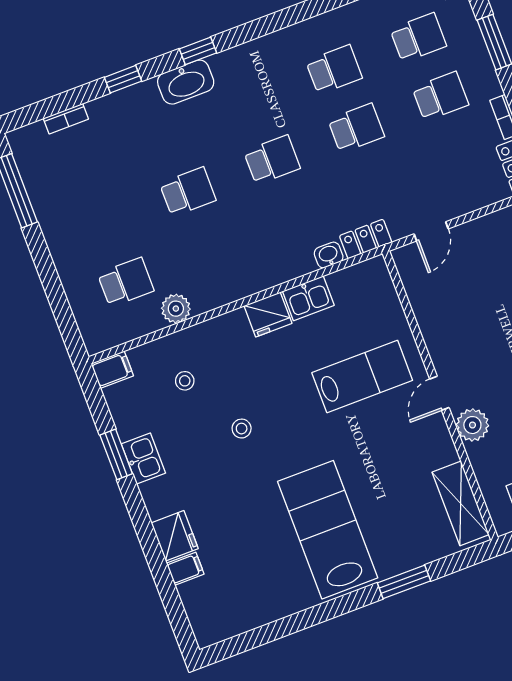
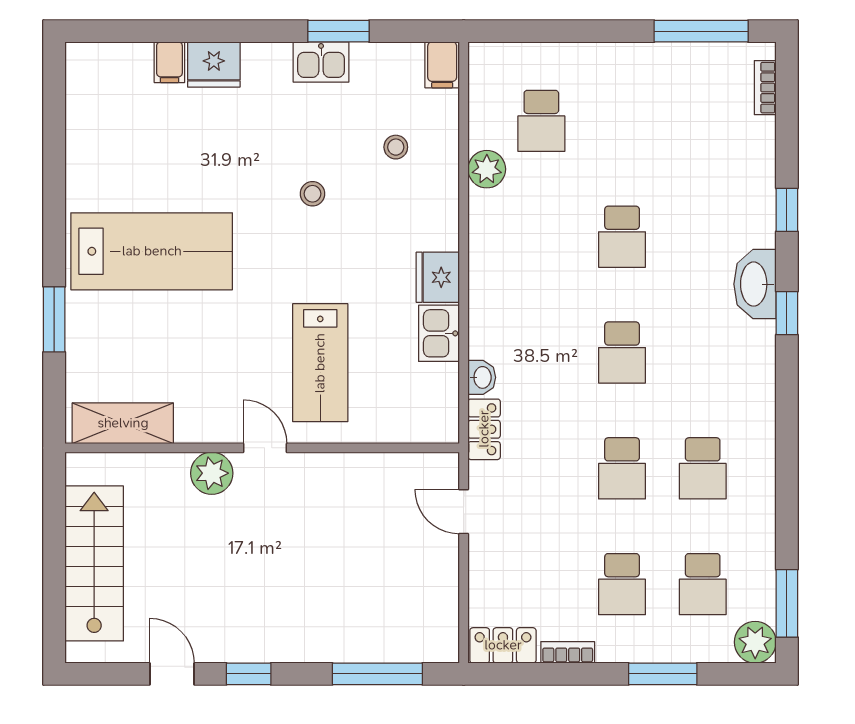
bookcase: (66, 119) -> (765, 88), moved

